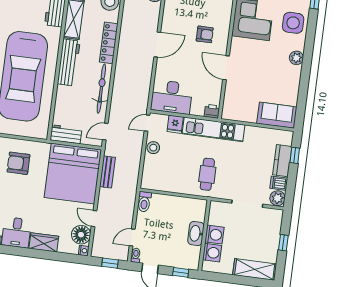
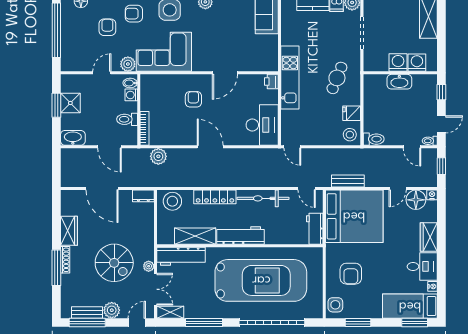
fridge: (175, 124) -> (352, 113), moved, turned 180
stool: (153, 148) -> (350, 135), moved
cafe table: (207, 174) -> (337, 78), turned -68

